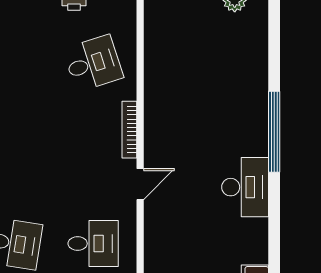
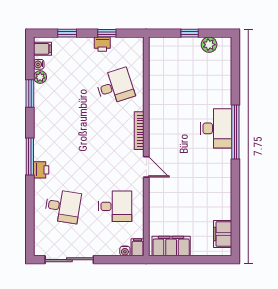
door: (140, 184) -> (146, 167), hinge flipped
desk: (245, 187) -> (216, 128), moved

